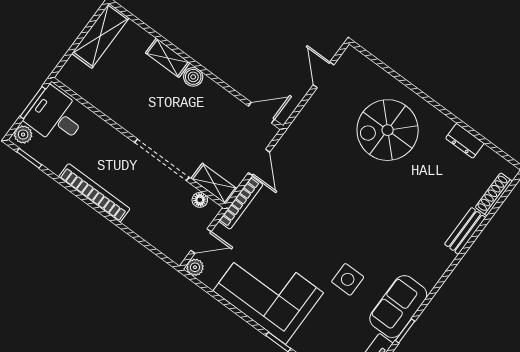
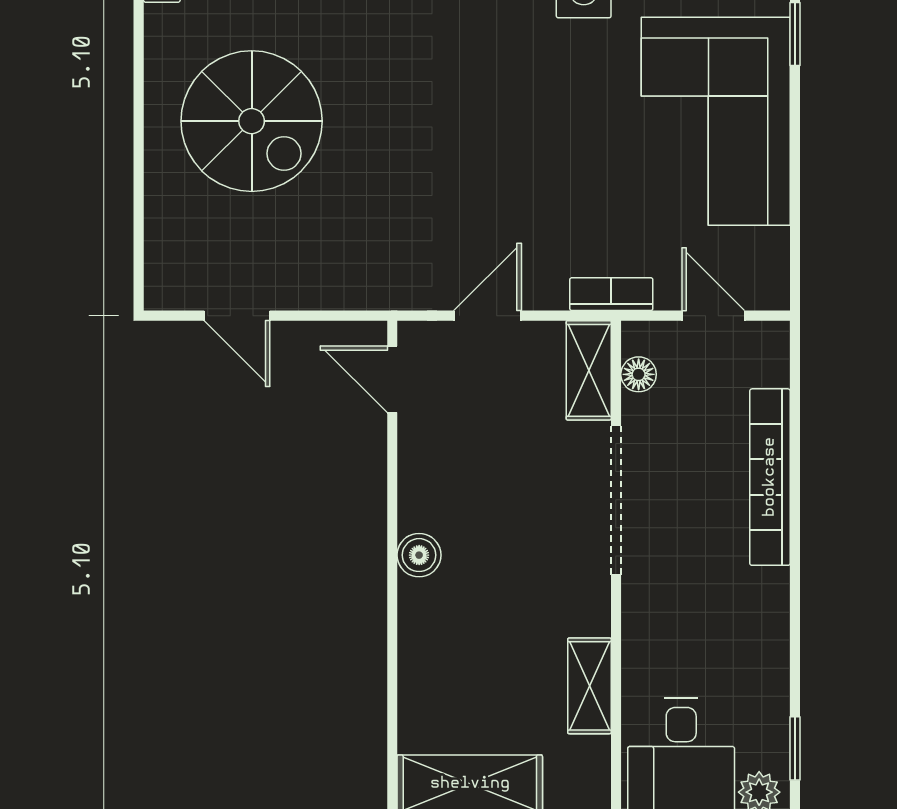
shelving: (168, 58) -> (589, 686), moved
door: (323, 75) -> (237, 316), hinge flipped
bookcase: (94, 193) -> (770, 477), moved
bookcase: (241, 203) -> (611, 294), width x0.64
plant: (195, 267) -> (770, 291), removed

